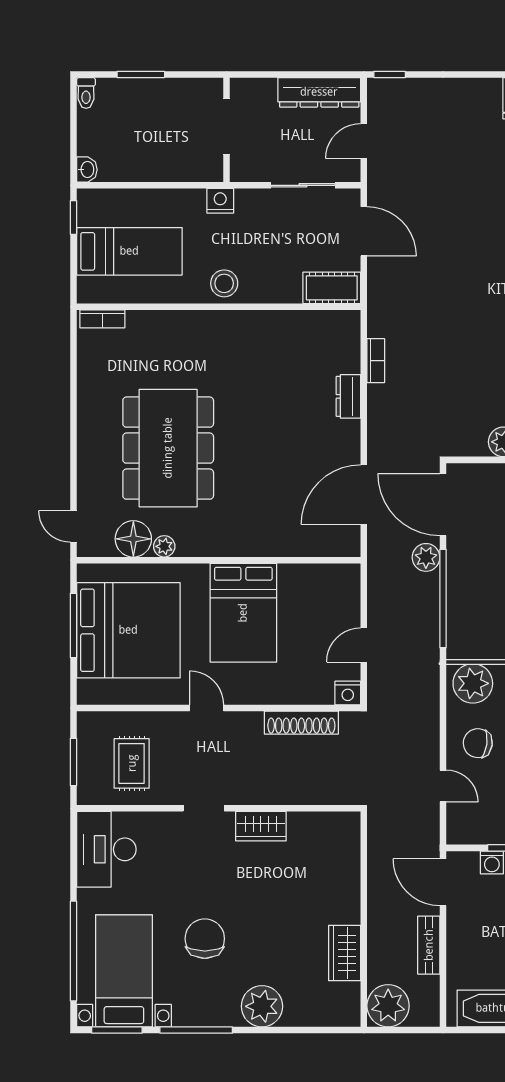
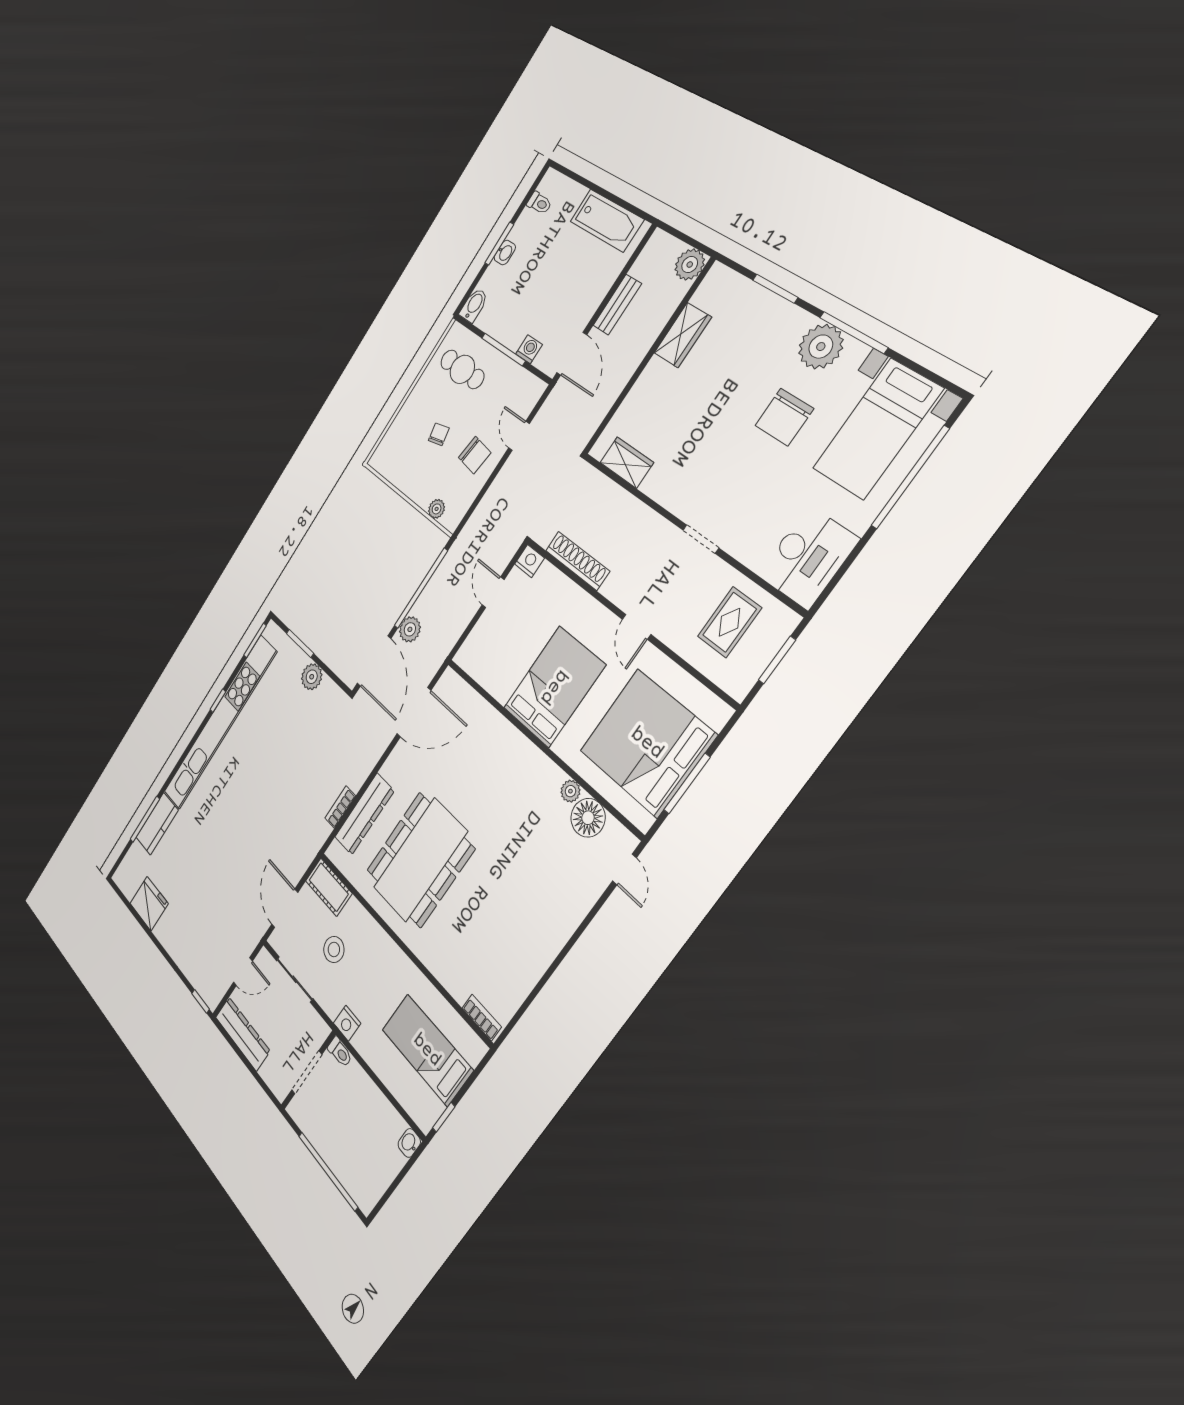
window: (141, 74) -> (328, 1171), width x2.11
toilet: (86, 93) -> (340, 1052), moved, turned 90
stool: (224, 283) -> (334, 949), moved
dresser: (348, 396) -> (364, 814), width x1.96, depth x1.24
dining table: (168, 448) -> (420, 860), moved
door: (364, 645) -> (493, 592), swing flipped
plant: (473, 683) -> (437, 509), width x0.53, depth x0.53
wardrobe: (261, 826) -> (627, 463), moved
plant: (262, 1006) -> (821, 347), moved
plant: (388, 1006) -> (690, 265), width x0.73, depth x0.73
window: (117, 1030) -> (775, 289), moved

